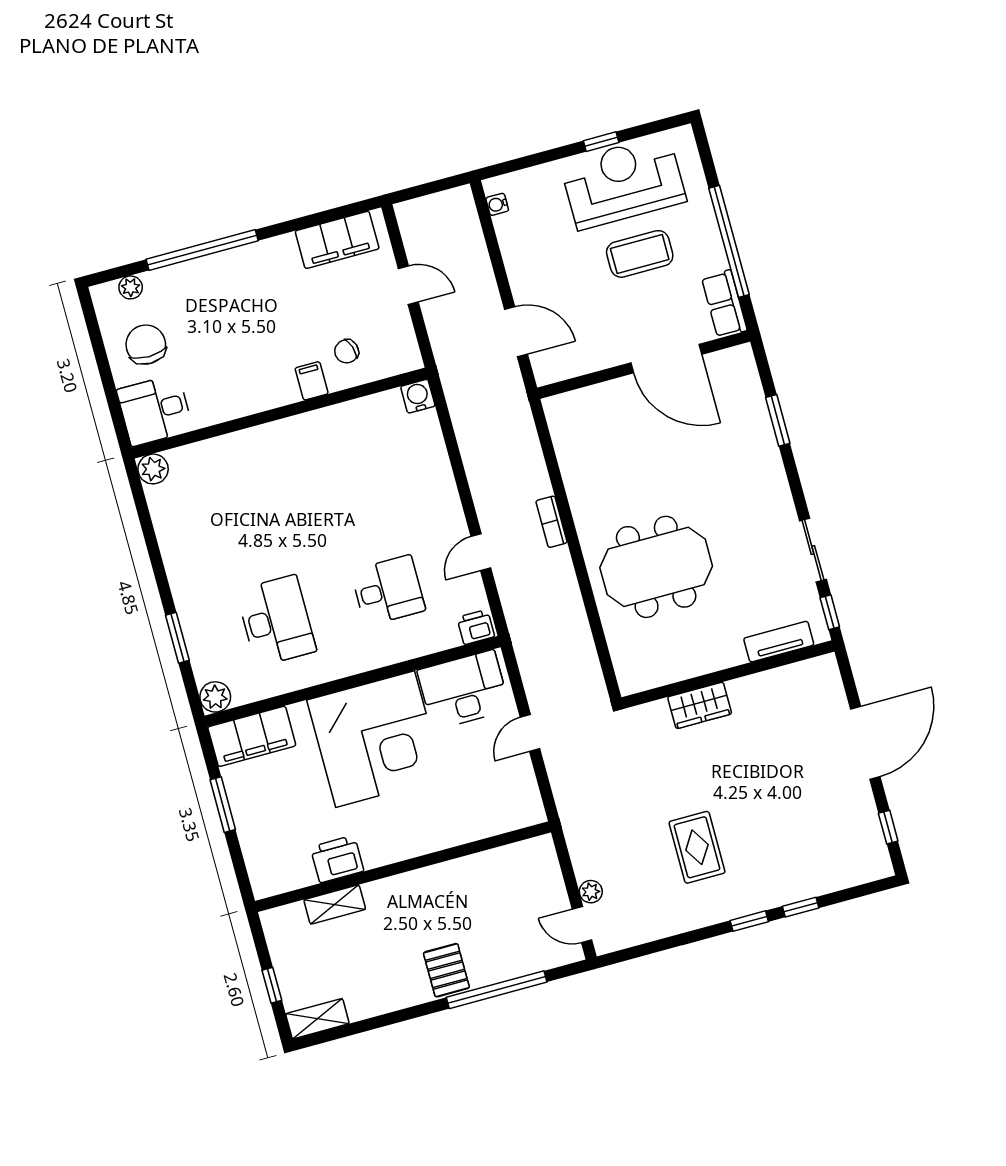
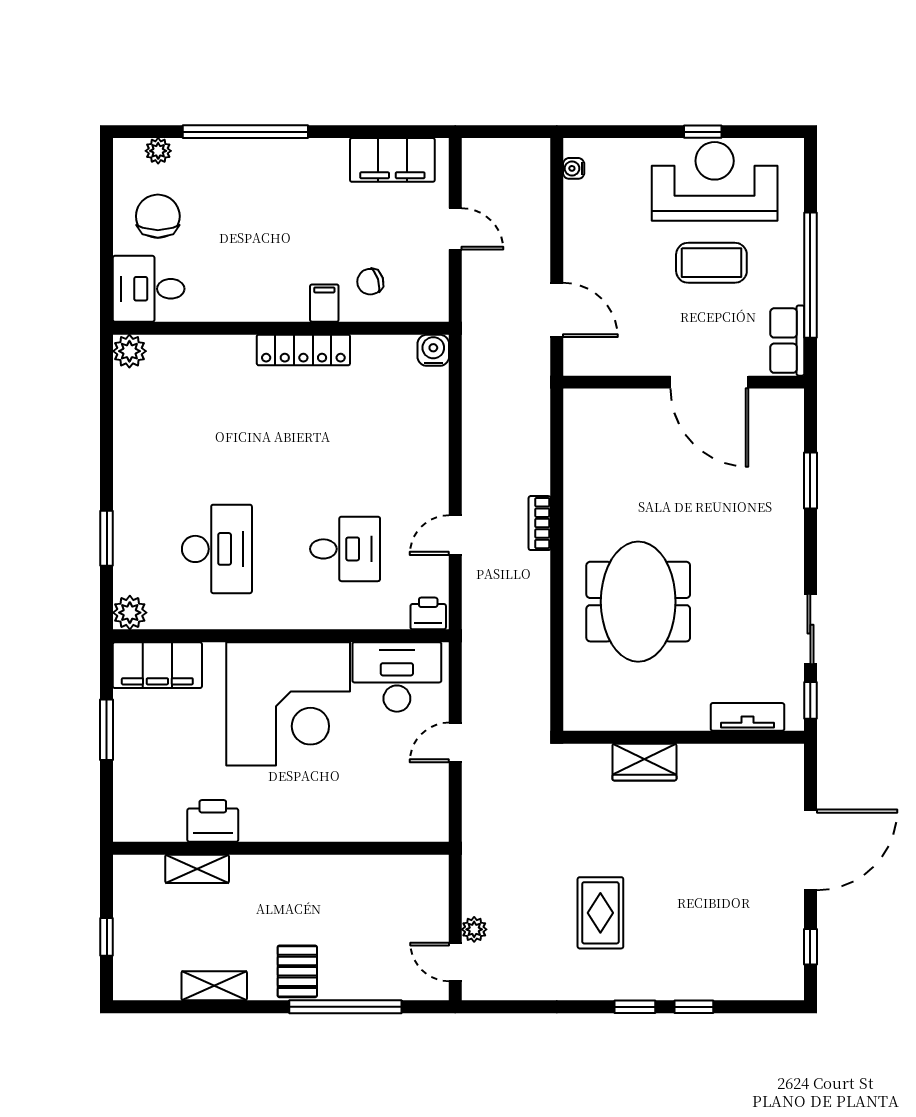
locker: (304, 427) -> (303, 350), added
meeting table: (656, 567) -> (638, 602), turned 90
shelving: (317, 1019) -> (214, 986), moved

